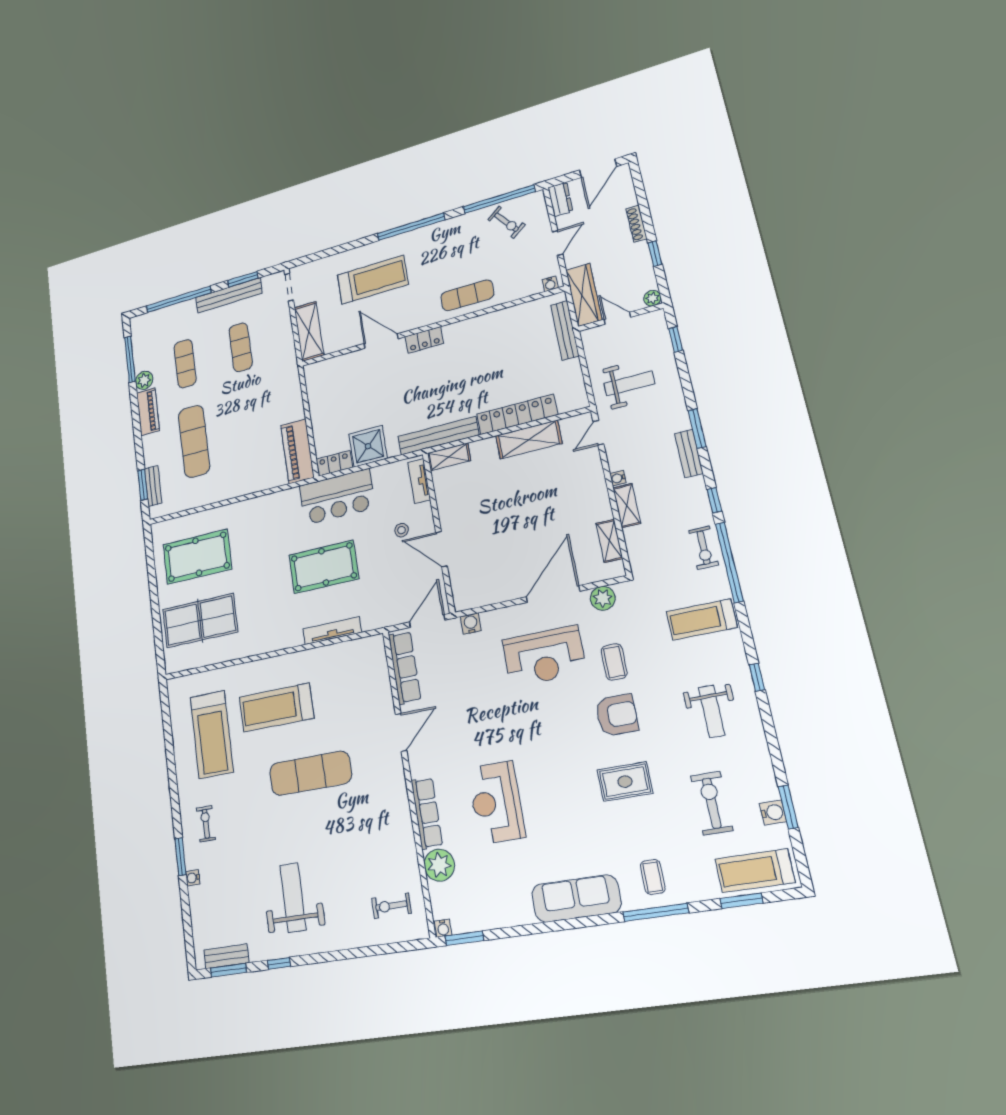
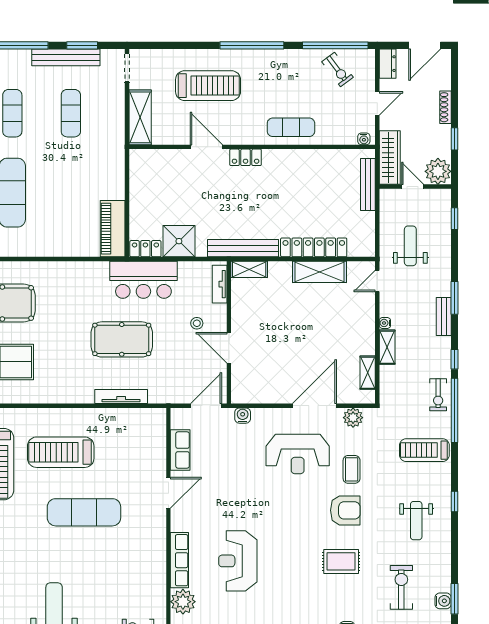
plant: (652, 298) -> (438, 171), width x1.88, depth x1.88
weight bench: (629, 384) -> (410, 246), turned -90
row of seats: (405, 667) -> (180, 450), width x0.68

